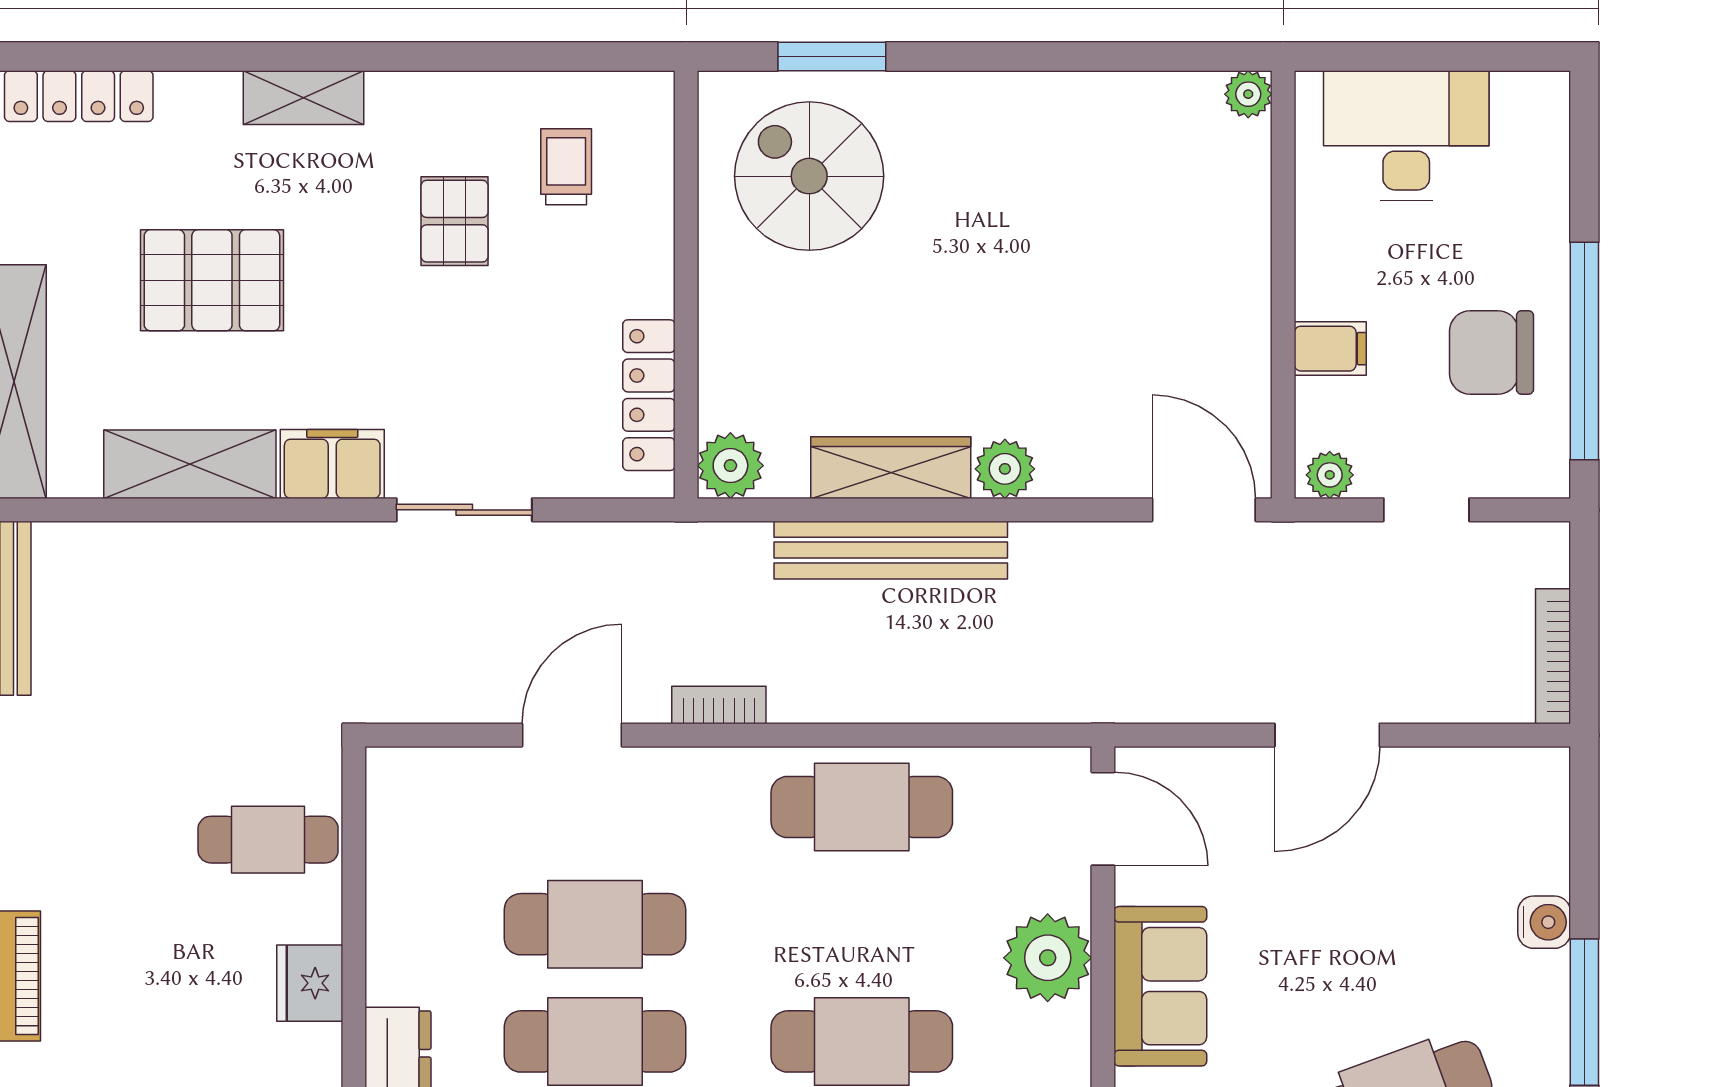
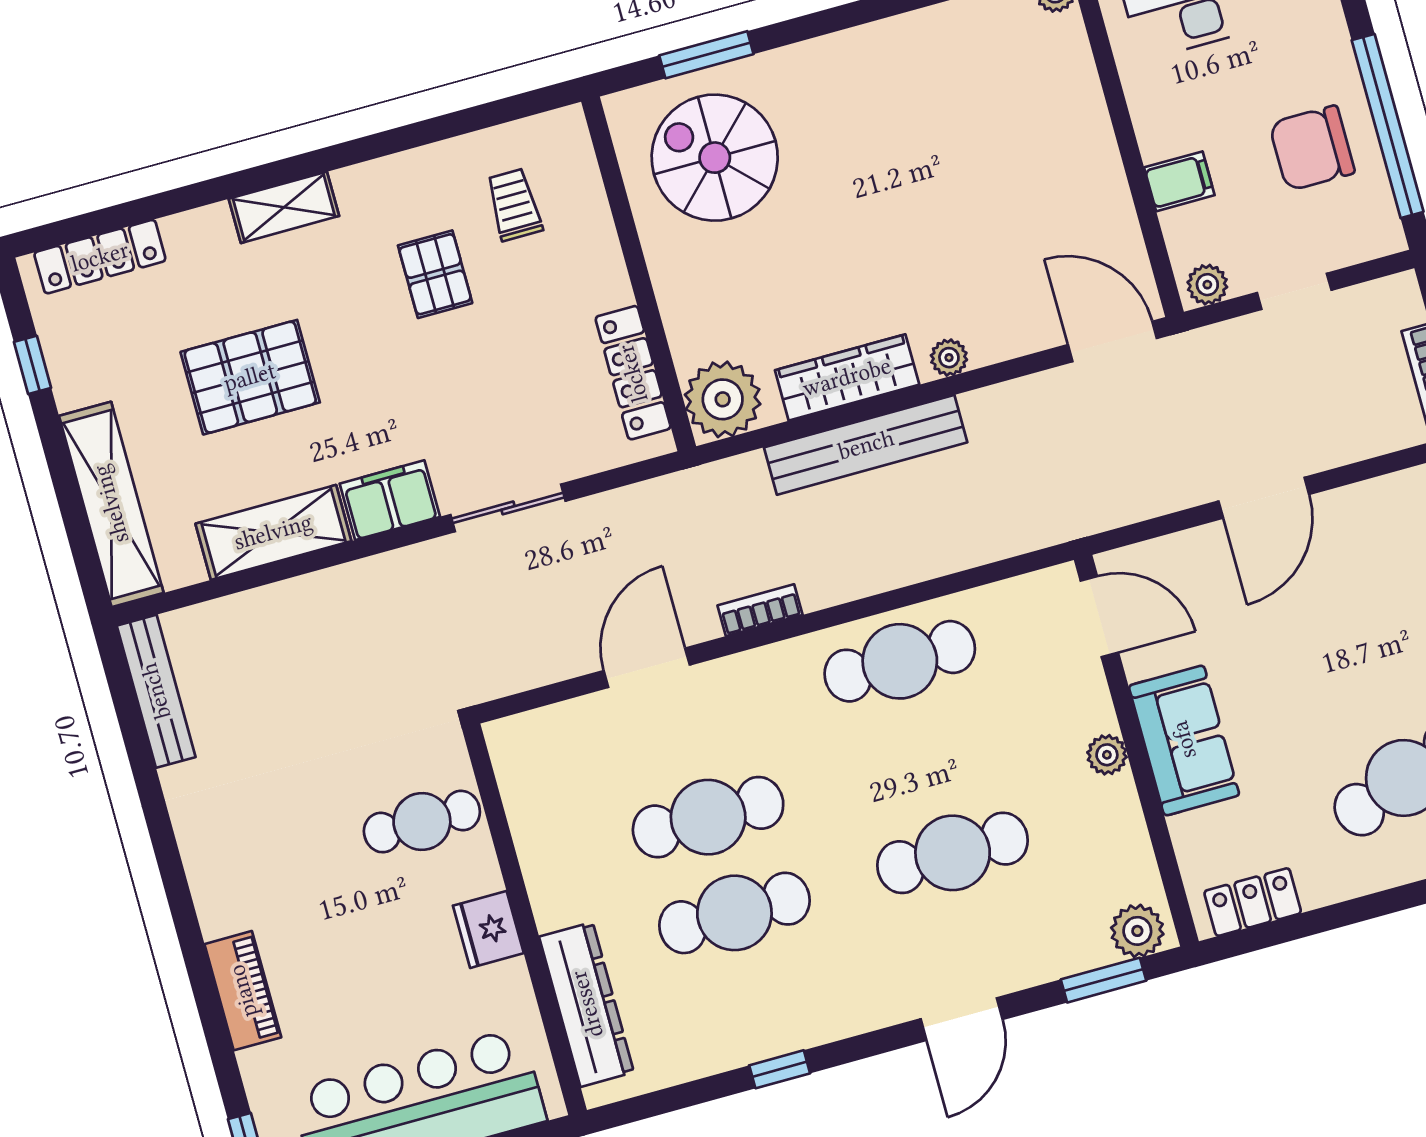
plant: (730, 466) -> (723, 399), width x1.36, depth x1.36
plant: (1005, 469) -> (949, 358), width x0.73, depth x0.73
plant: (1048, 958) -> (1107, 755), width x0.53, depth x0.53

